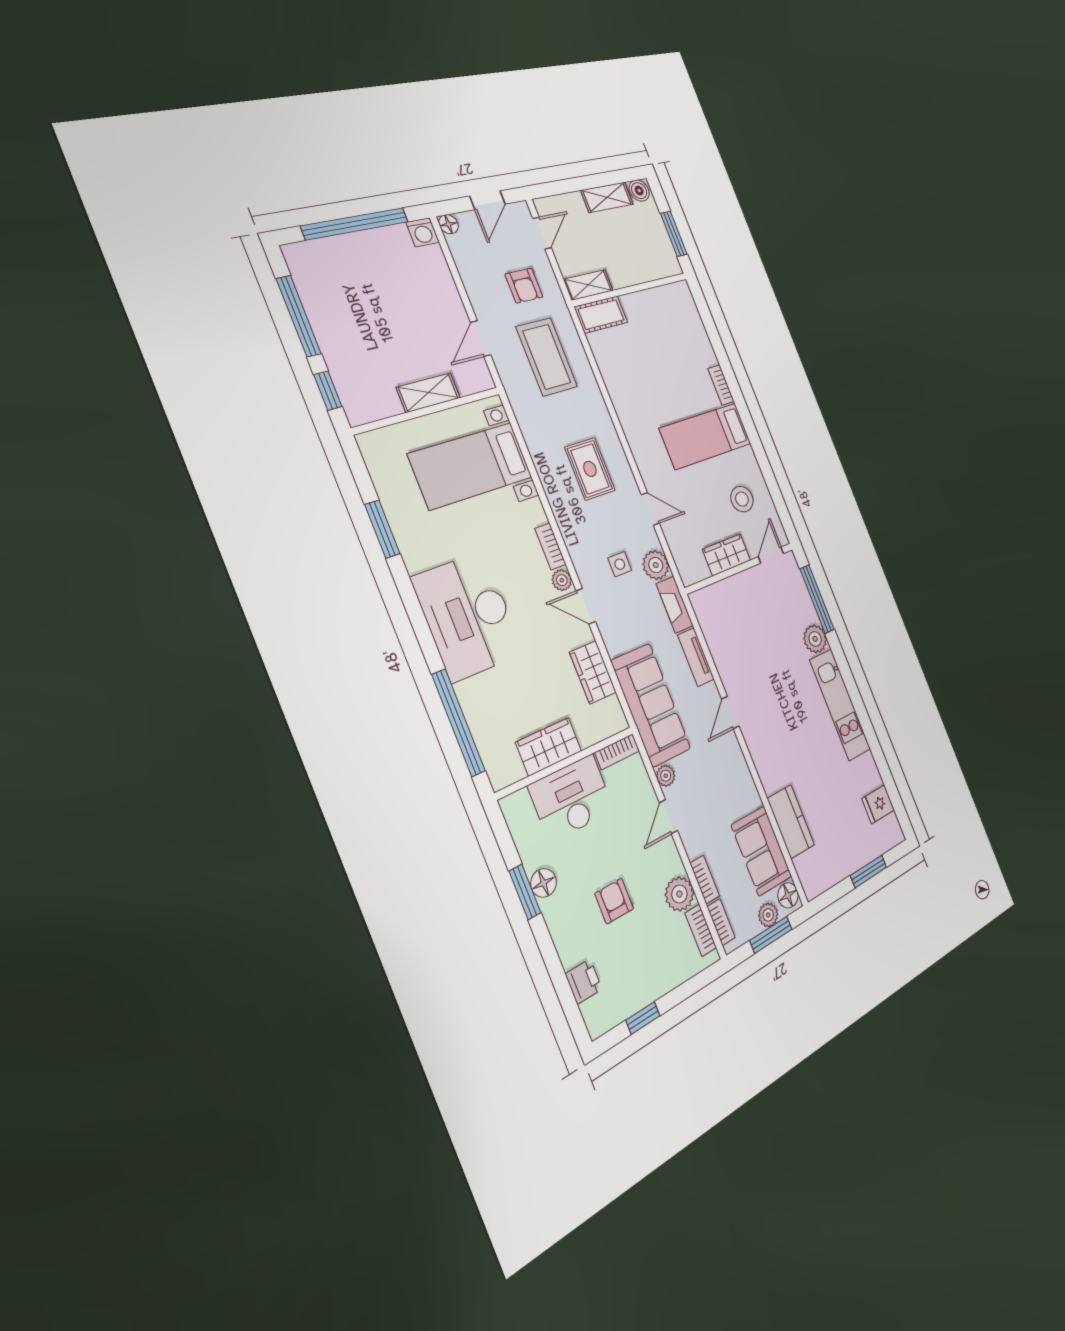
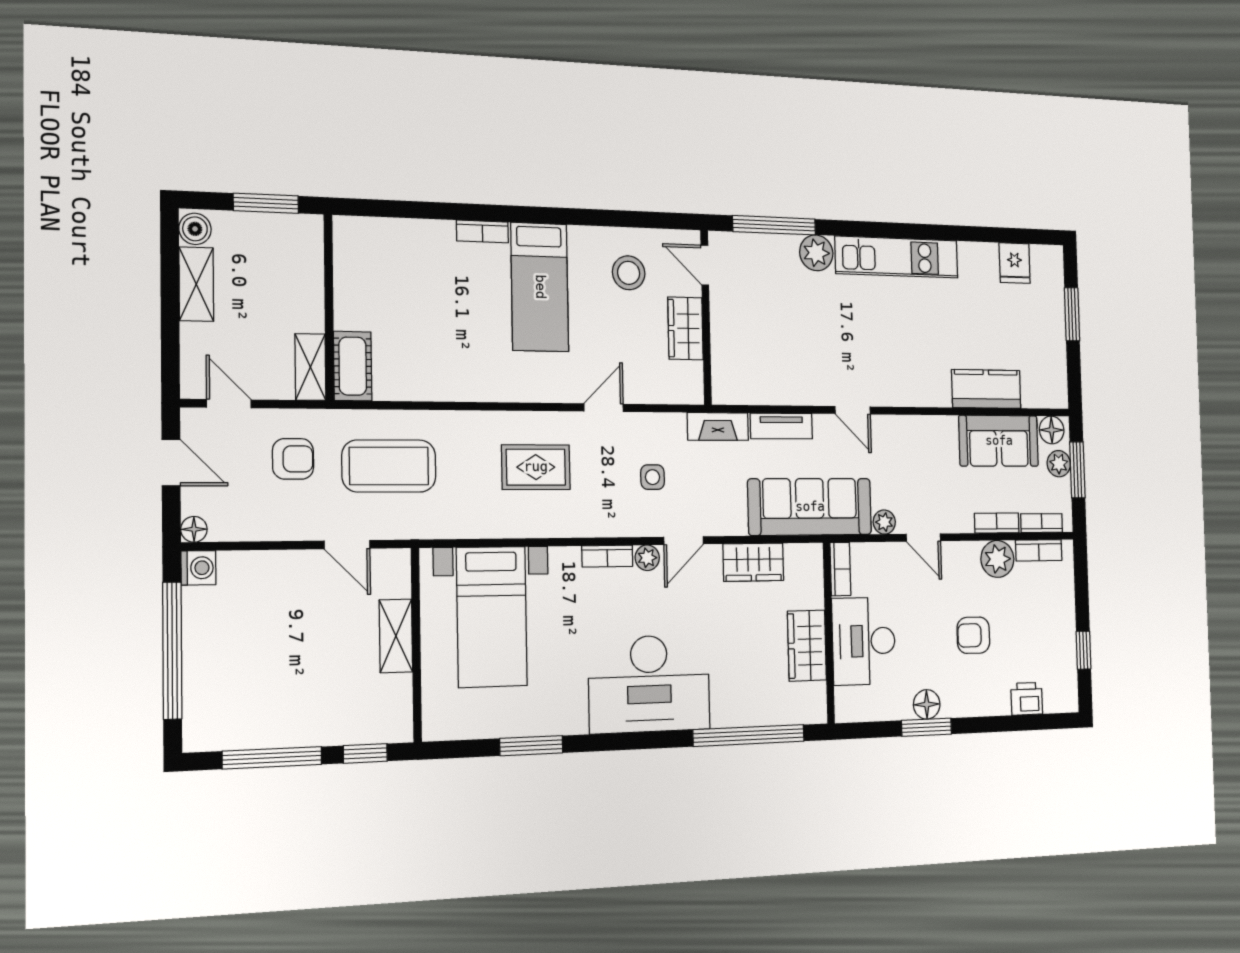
plant: (656, 565) -> (668, 431), removed

